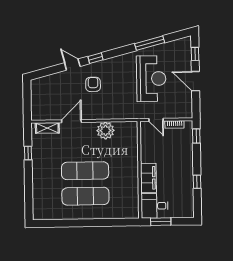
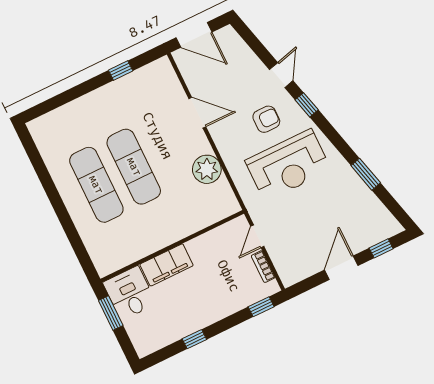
window: (150, 43) -> (366, 174), width x0.69
reception desk: (151, 79) -> (288, 165), moved
door: (27, 103) -> (194, 35), added
shelving: (47, 128) -> (171, 82), removed

